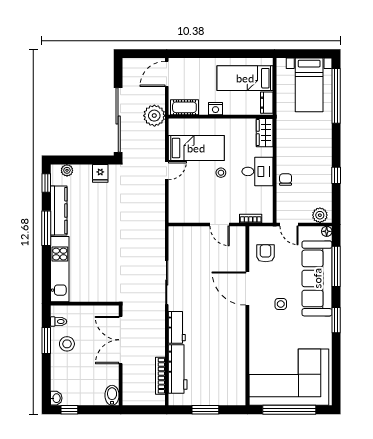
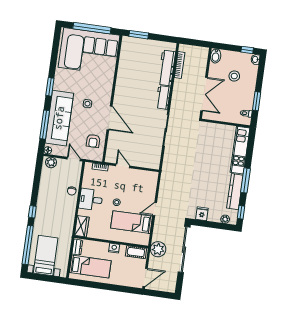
window: (336, 175) -> (32, 212), moved
stool: (67, 344) -> (234, 76), moved
window: (205, 410) -> (139, 35), moved

